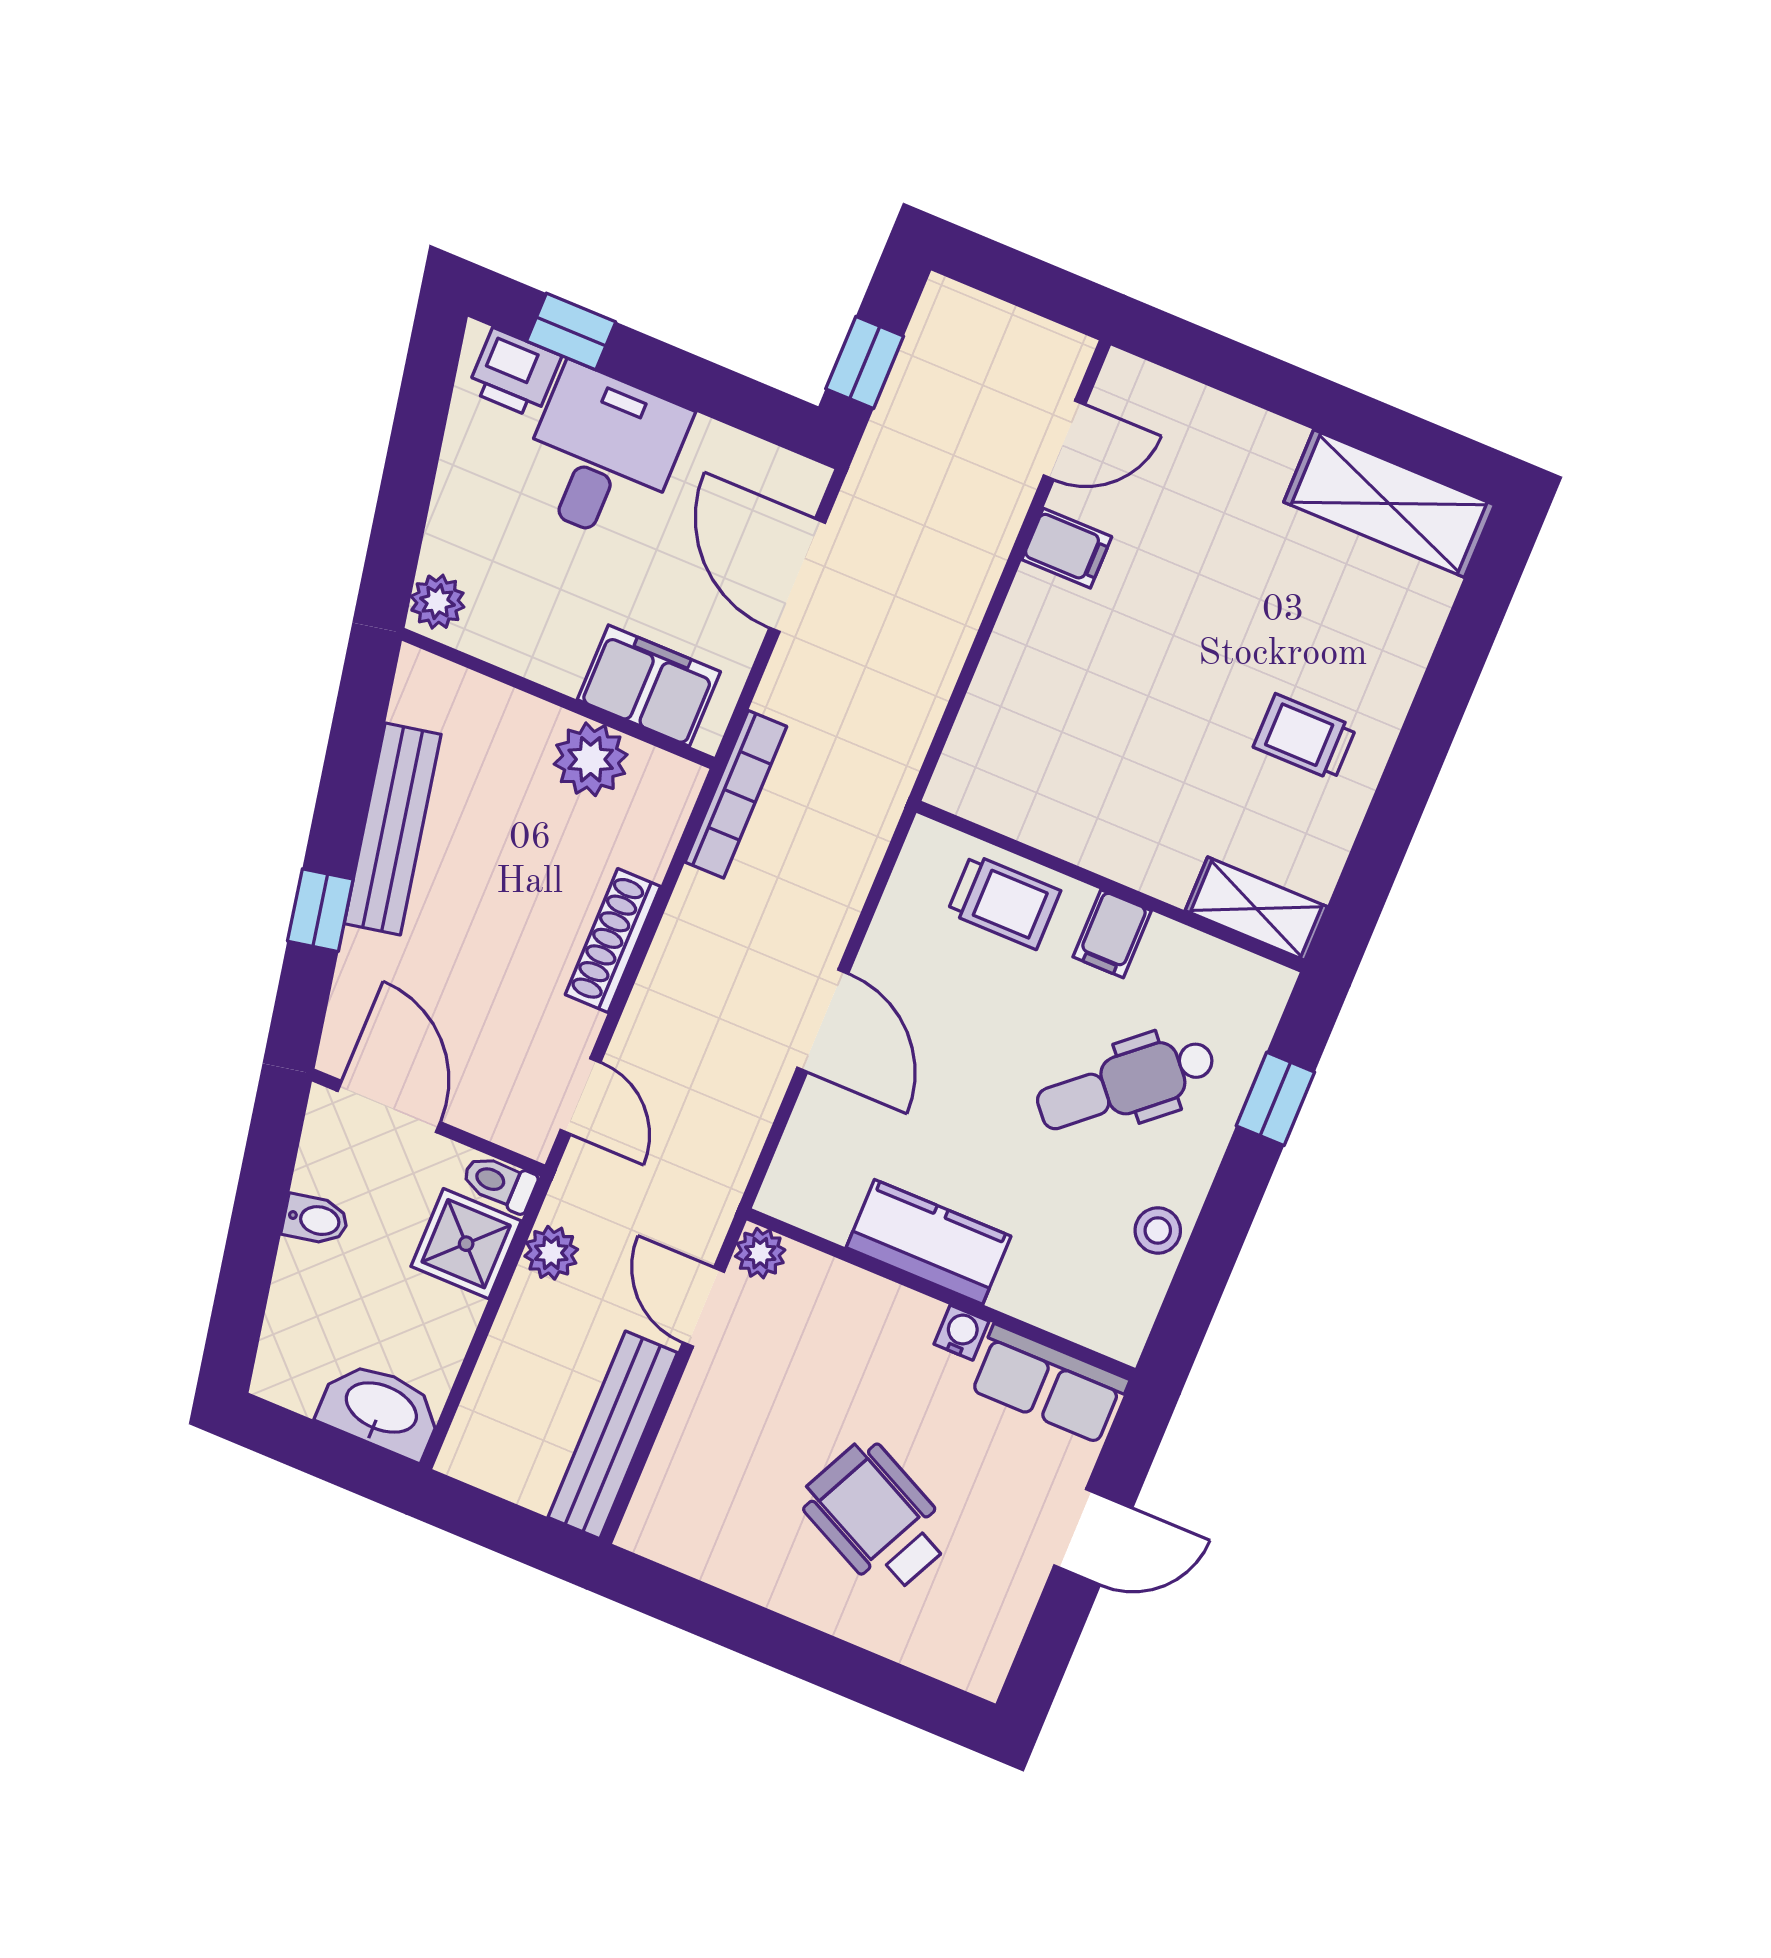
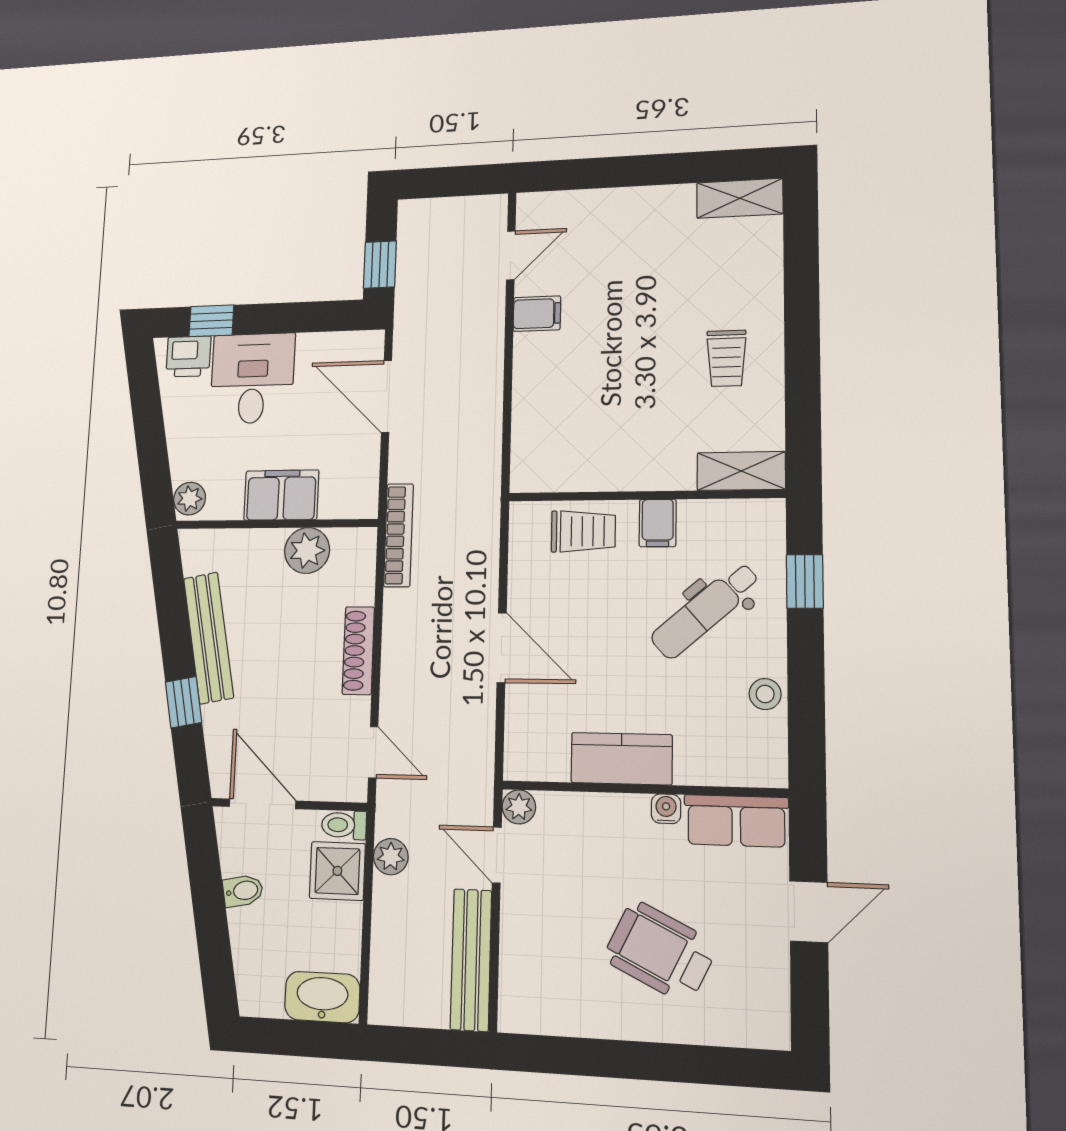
shelving: (1389, 503) -> (740, 198), width x0.67, depth x0.75
filing cabinet: (649, 686) -> (281, 495), moved
trolley: (1305, 737) -> (726, 358), turned -90

